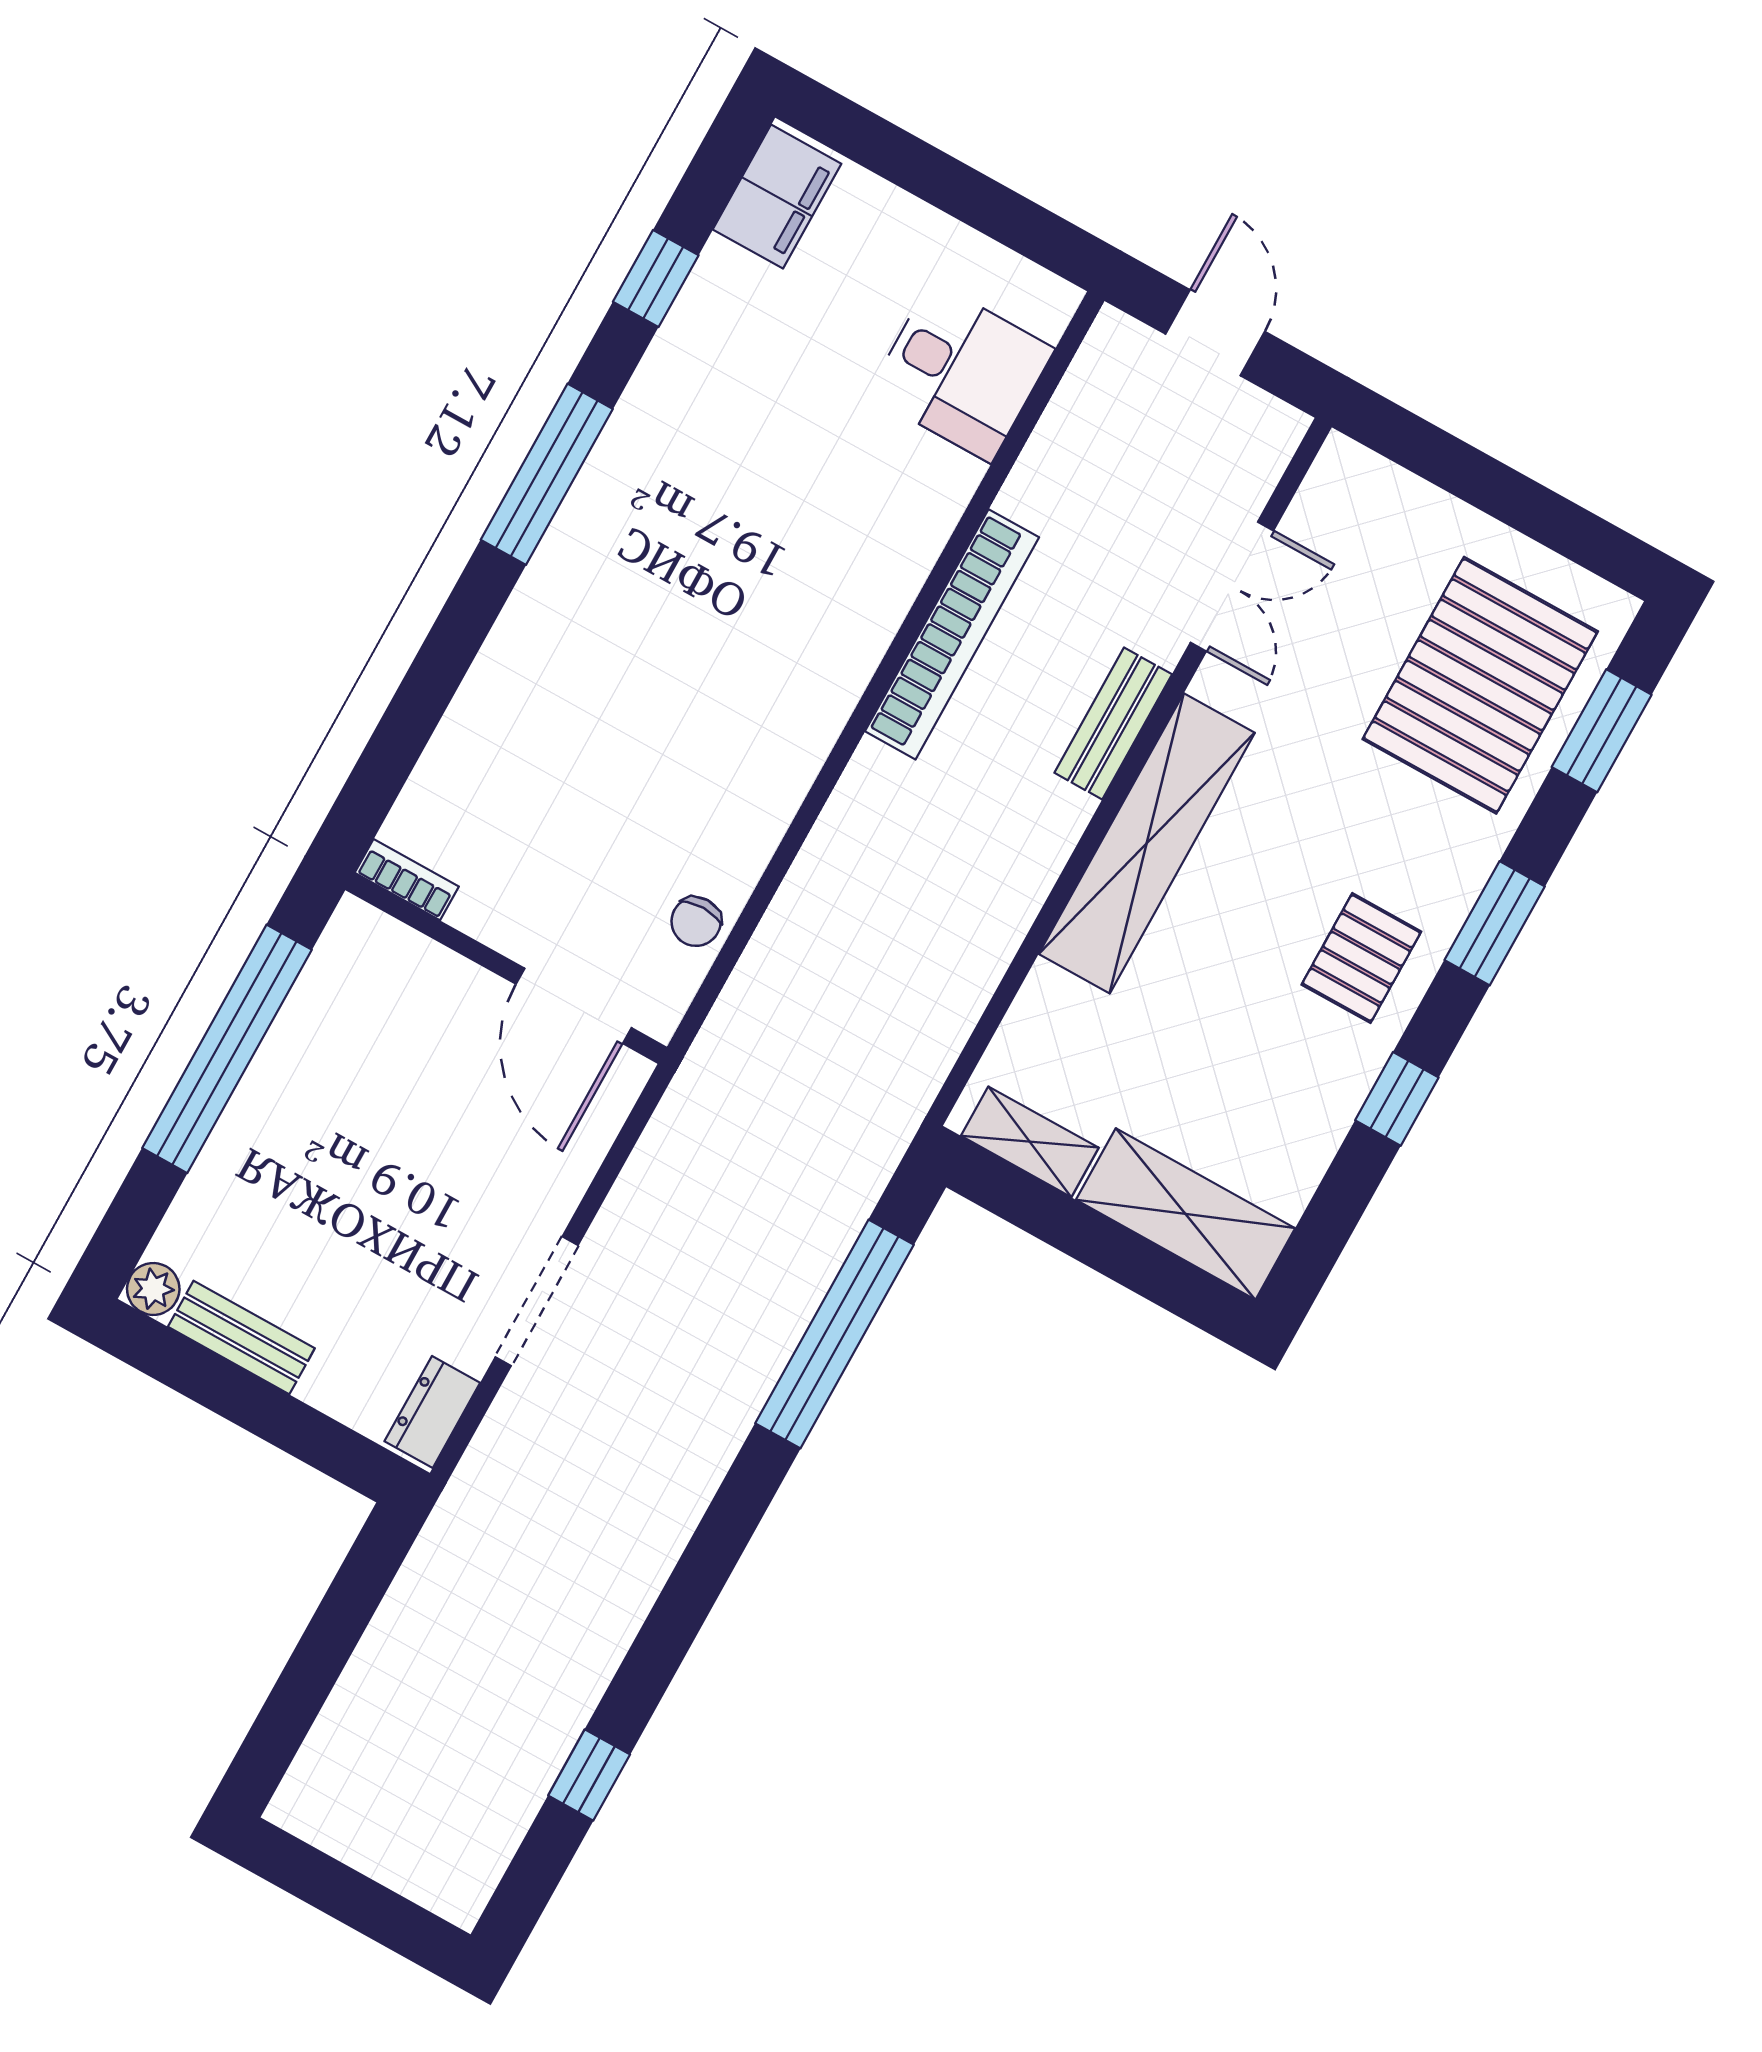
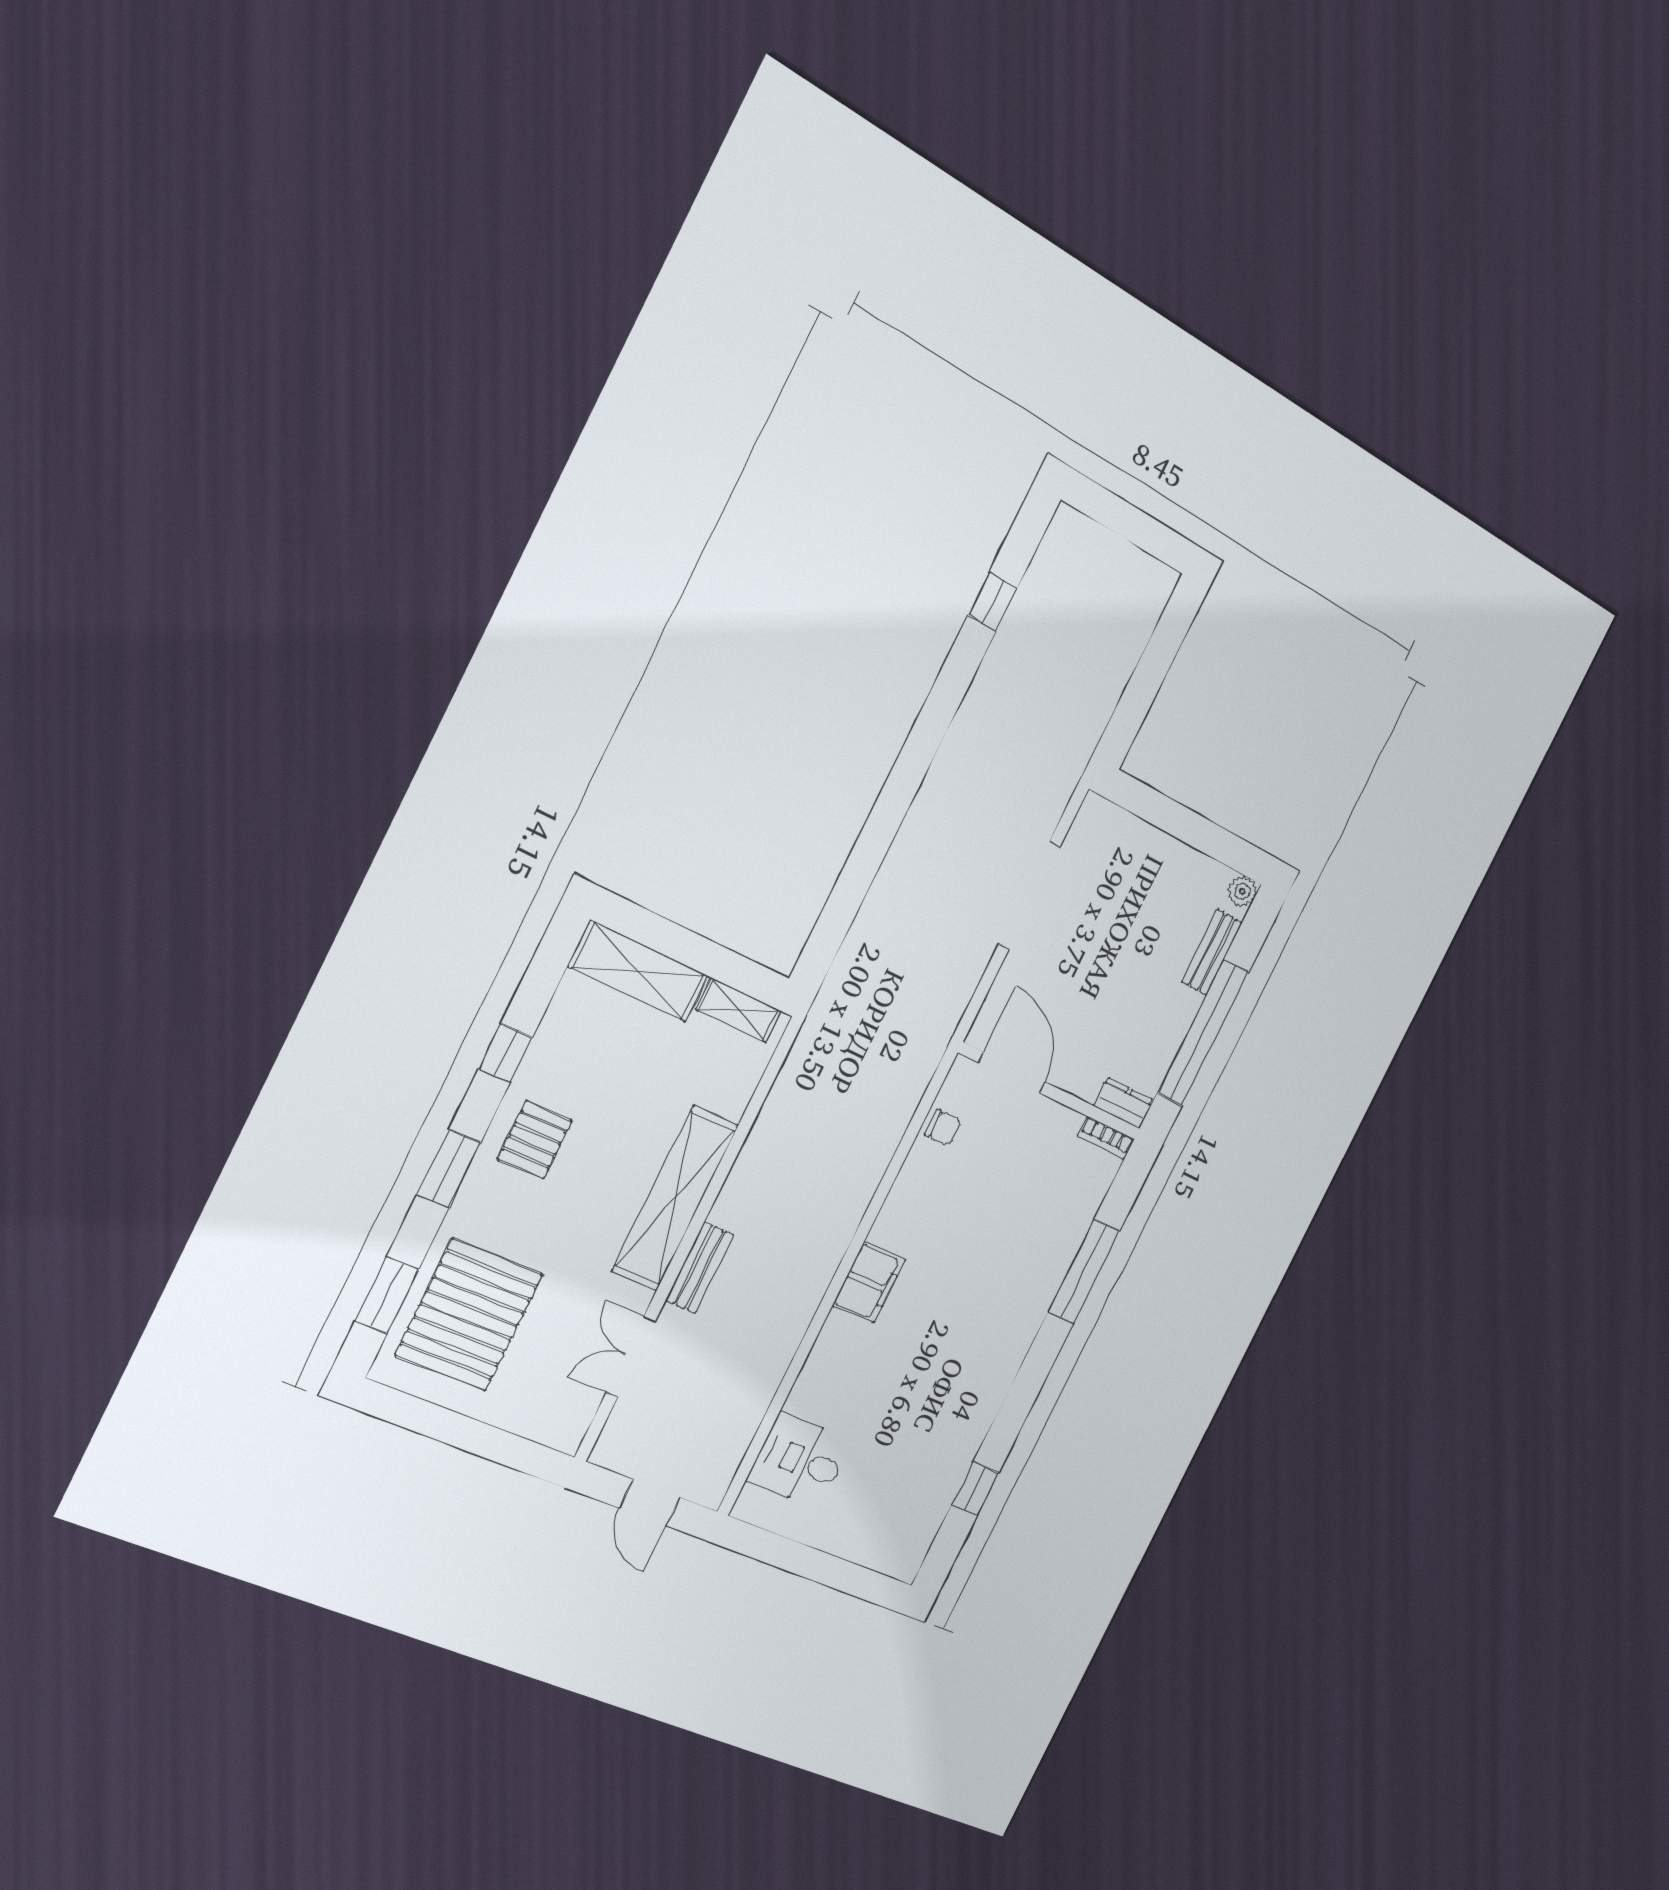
filing cabinet: (777, 197) -> (869, 1282), moved, turned 180
window: (547, 474) -> (1084, 1271), moved
bookcase: (952, 634) -> (799, 1310), removed
chair: (696, 922) -> (943, 1128), turned 90
doorway: (537, 1301) -> (1029, 895), width x1.36
window: (834, 1334) -> (853, 884), removed
bench: (241, 1338) -> (1212, 952), moved, turned 90
dresser: (432, 1412) -> (1123, 1103), moved, turned -90

